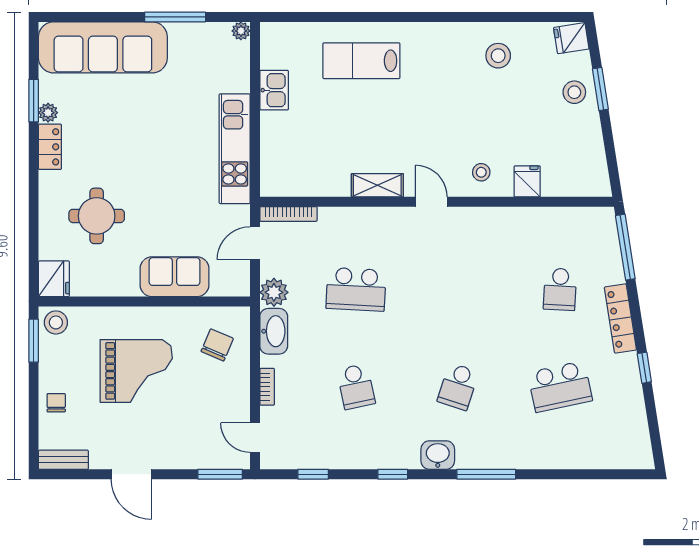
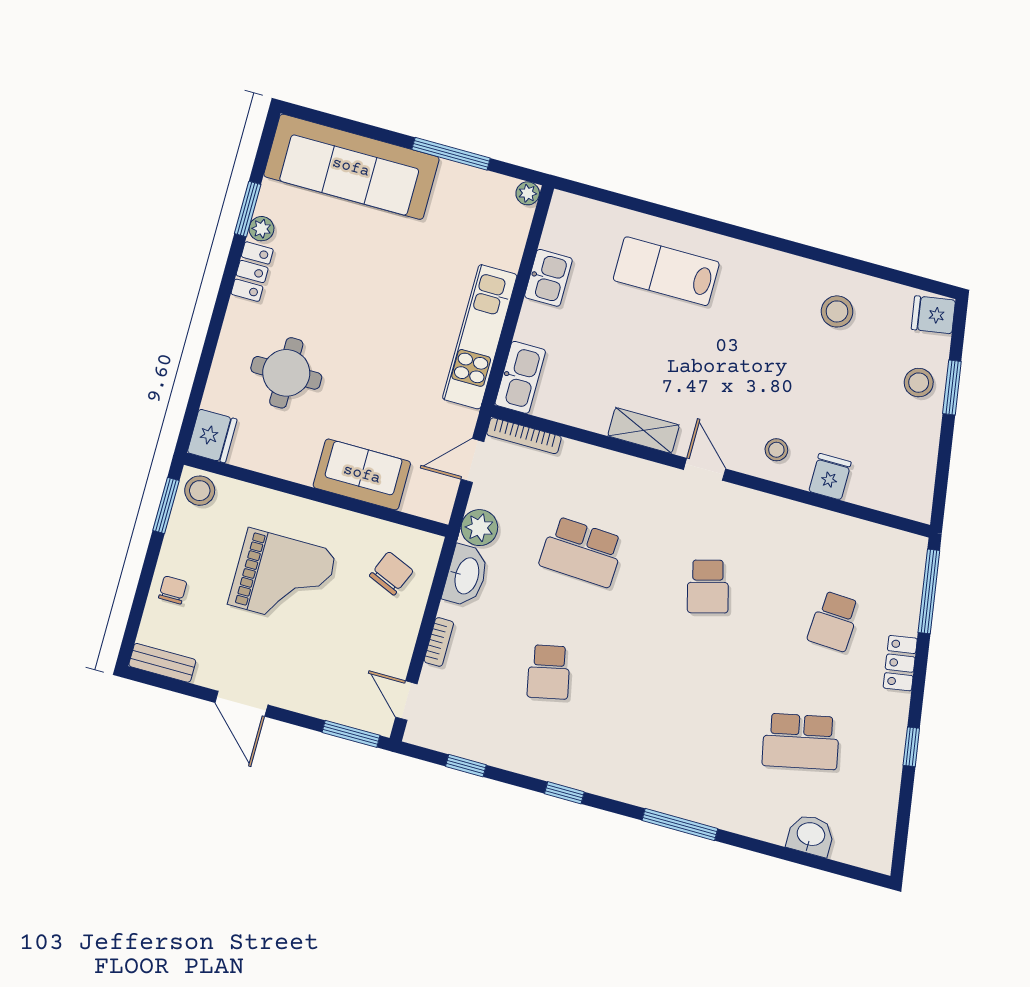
kitchen sink: (274, 171) -> (520, 377), added
locker: (620, 318) -> (900, 663), width x0.66
school desk: (458, 387) -> (708, 587), moved, turned -33
washbasin: (438, 455) -> (811, 835), moved

